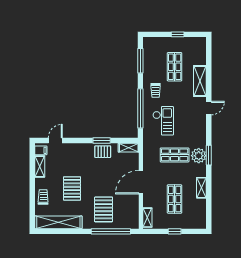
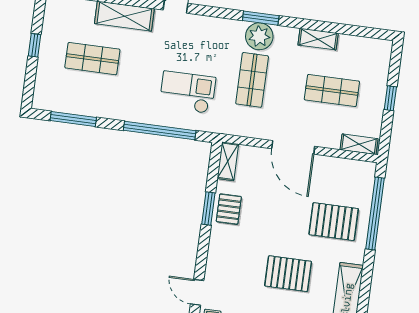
trolley: (156, 90) -> (131, 99), removed

